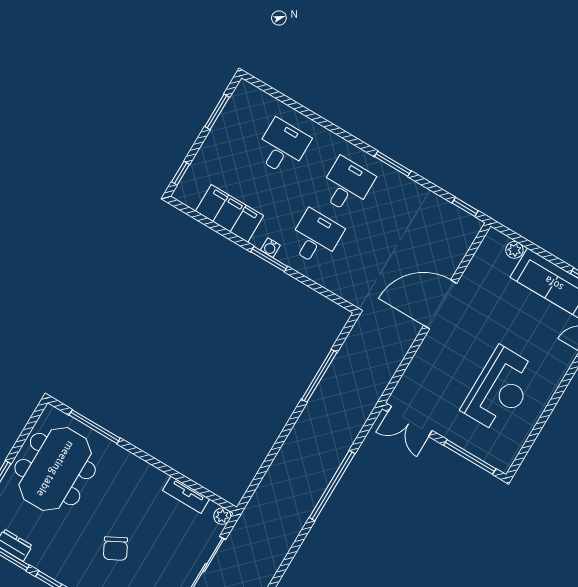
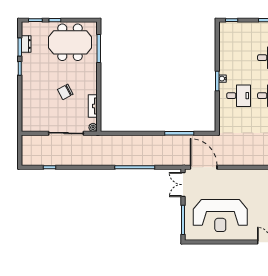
filing cabinet: (230, 213) -> (227, 52), removed
door: (440, 304) -> (204, 167), moved
reception desk: (500, 389) -> (220, 216), width x1.36, depth x1.30
chair: (116, 548) -> (65, 92), moved

